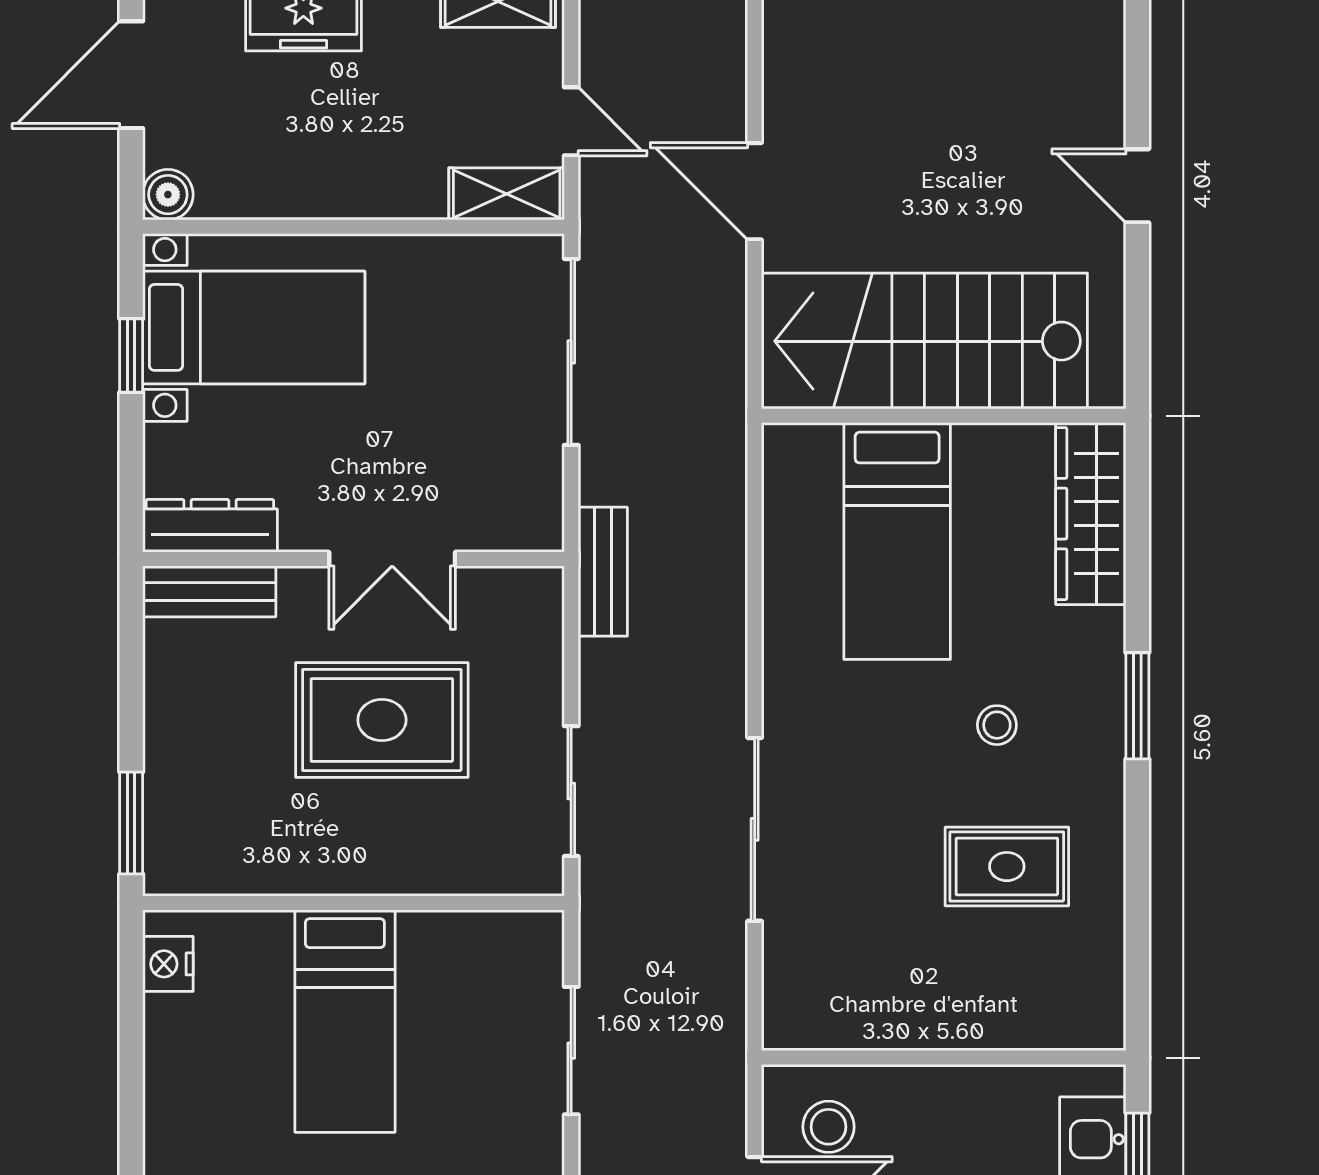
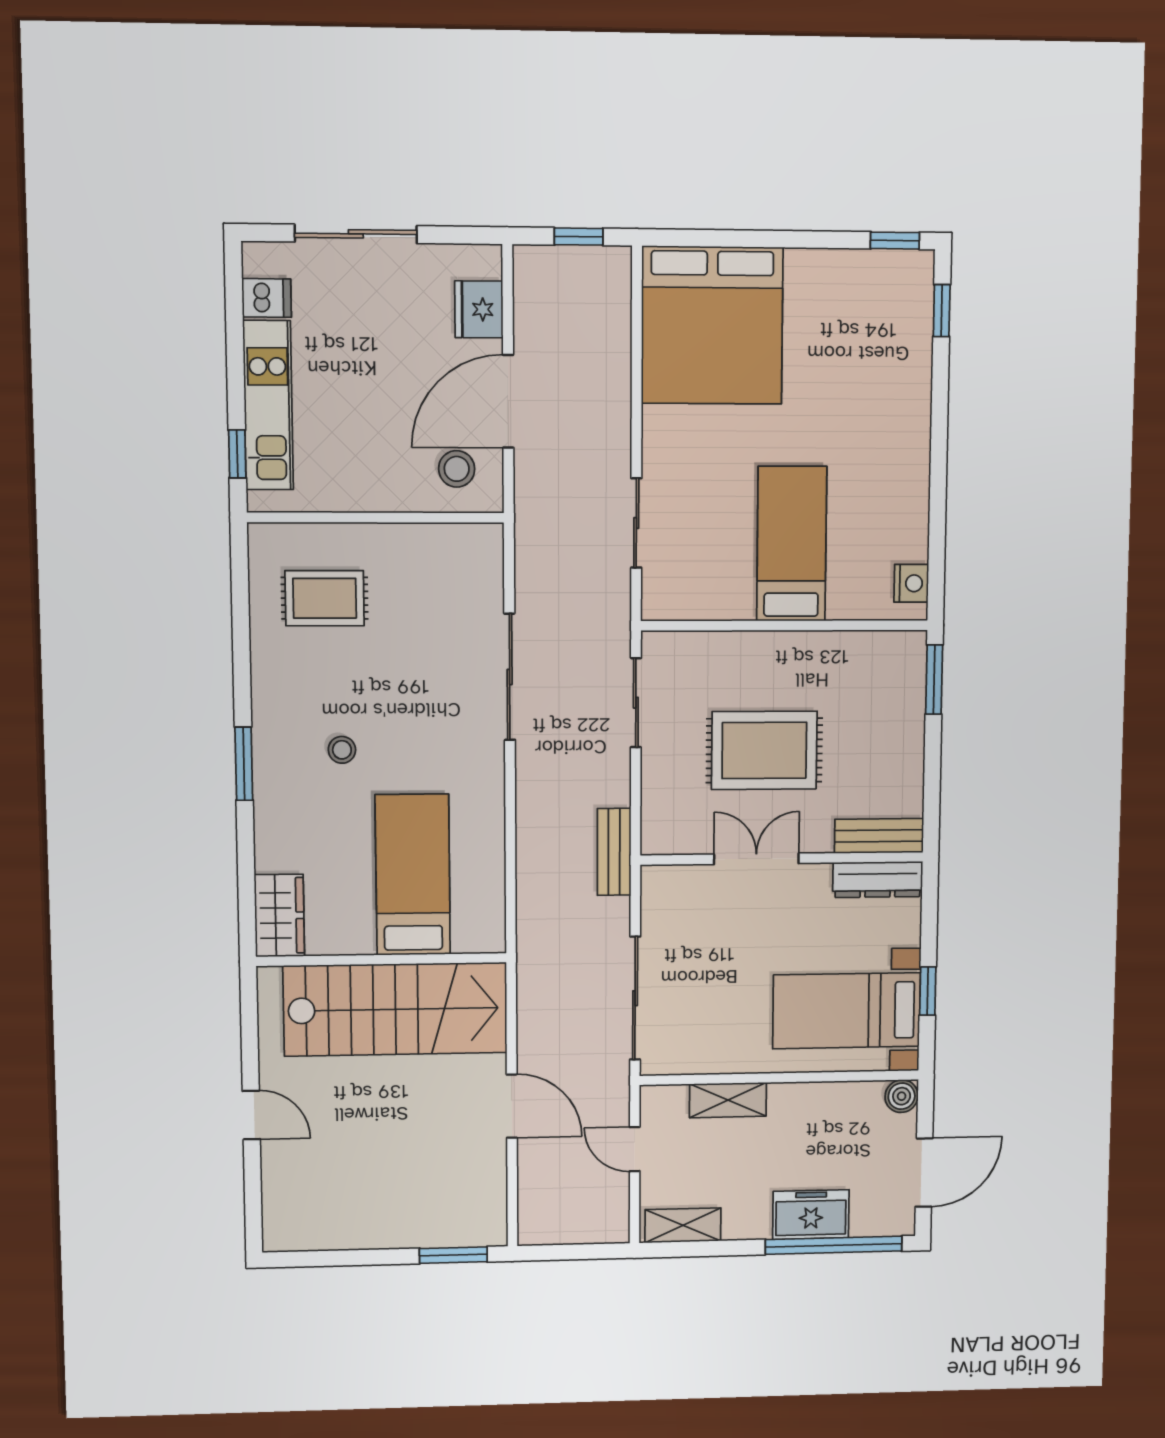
shelving: (507, 194) -> (728, 1100), moved
wardrobe: (1091, 514) -> (279, 916), width x0.67
rug: (1007, 867) -> (325, 598), moved

